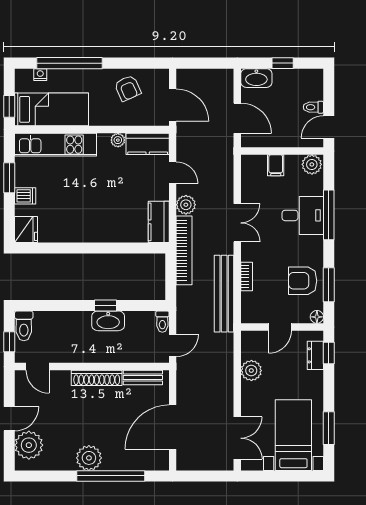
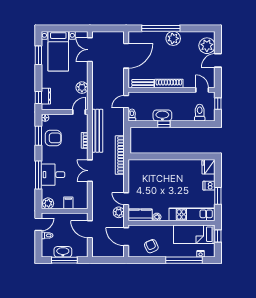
window: (283, 63) -> (64, 260), width x2.17
washbasin: (256, 78) -> (63, 252), moved
plant: (186, 205) -> (119, 212), moved
kitchen counter: (159, 222) -> (134, 171), removed
toilet: (24, 326) -> (200, 113), moved
door: (280, 327) -> (79, 112), moved

